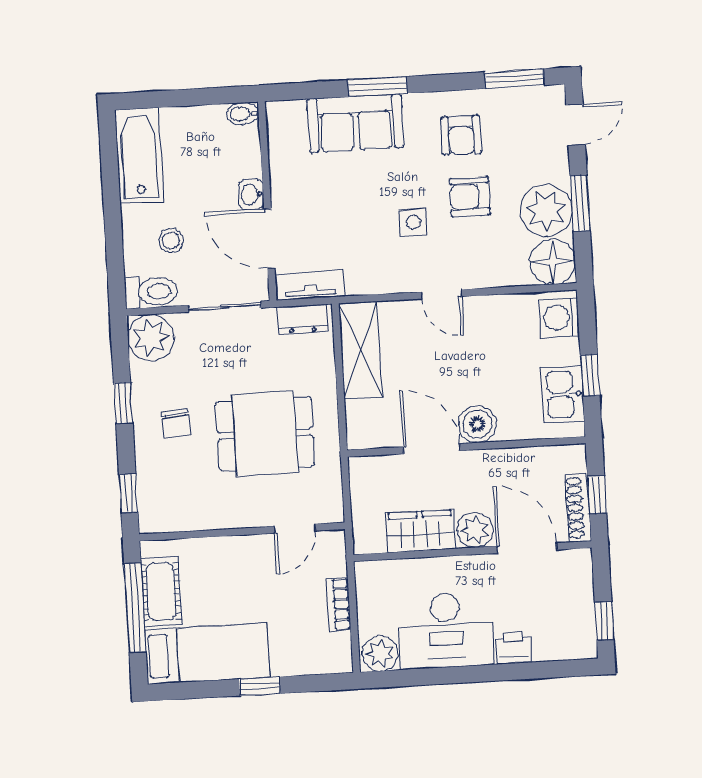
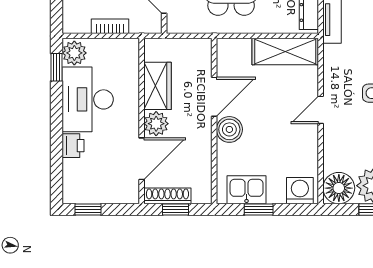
window: (402, 678) -> (56, 67), added

